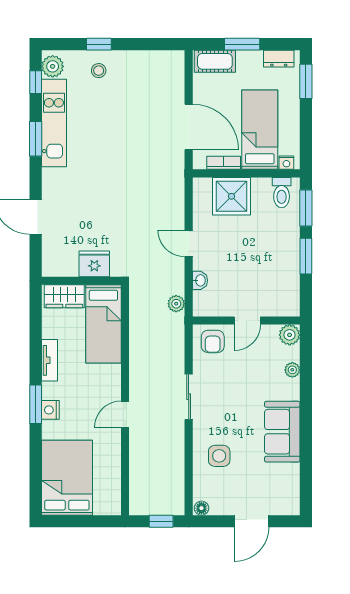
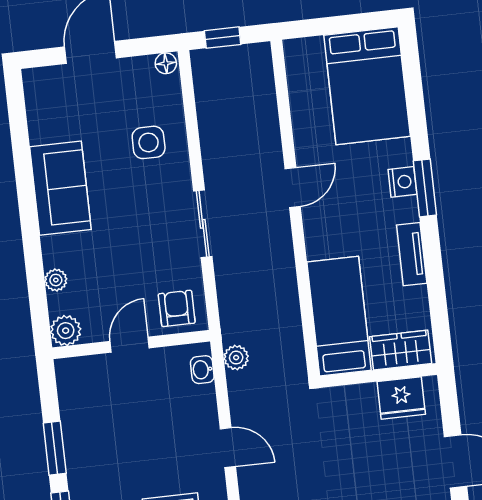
fridge: (94, 264) -> (401, 398), moved
washbasin: (200, 280) -> (202, 370), moved

